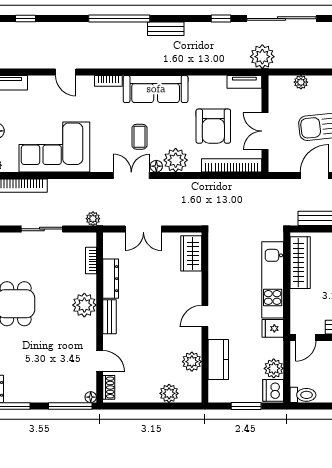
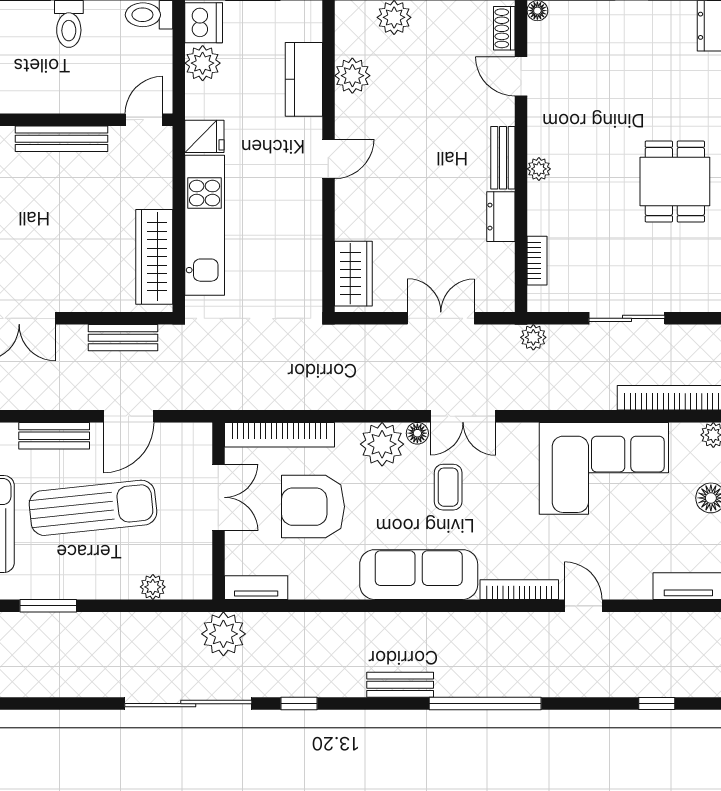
bookcase: (108, 81) -> (519, 590), width x1.56
armchair: (213, 126) -> (313, 507), turned -90
dresser: (111, 279) -> (501, 217), width x0.70
plant: (84, 305) -> (539, 169), width x0.53, depth x0.53

